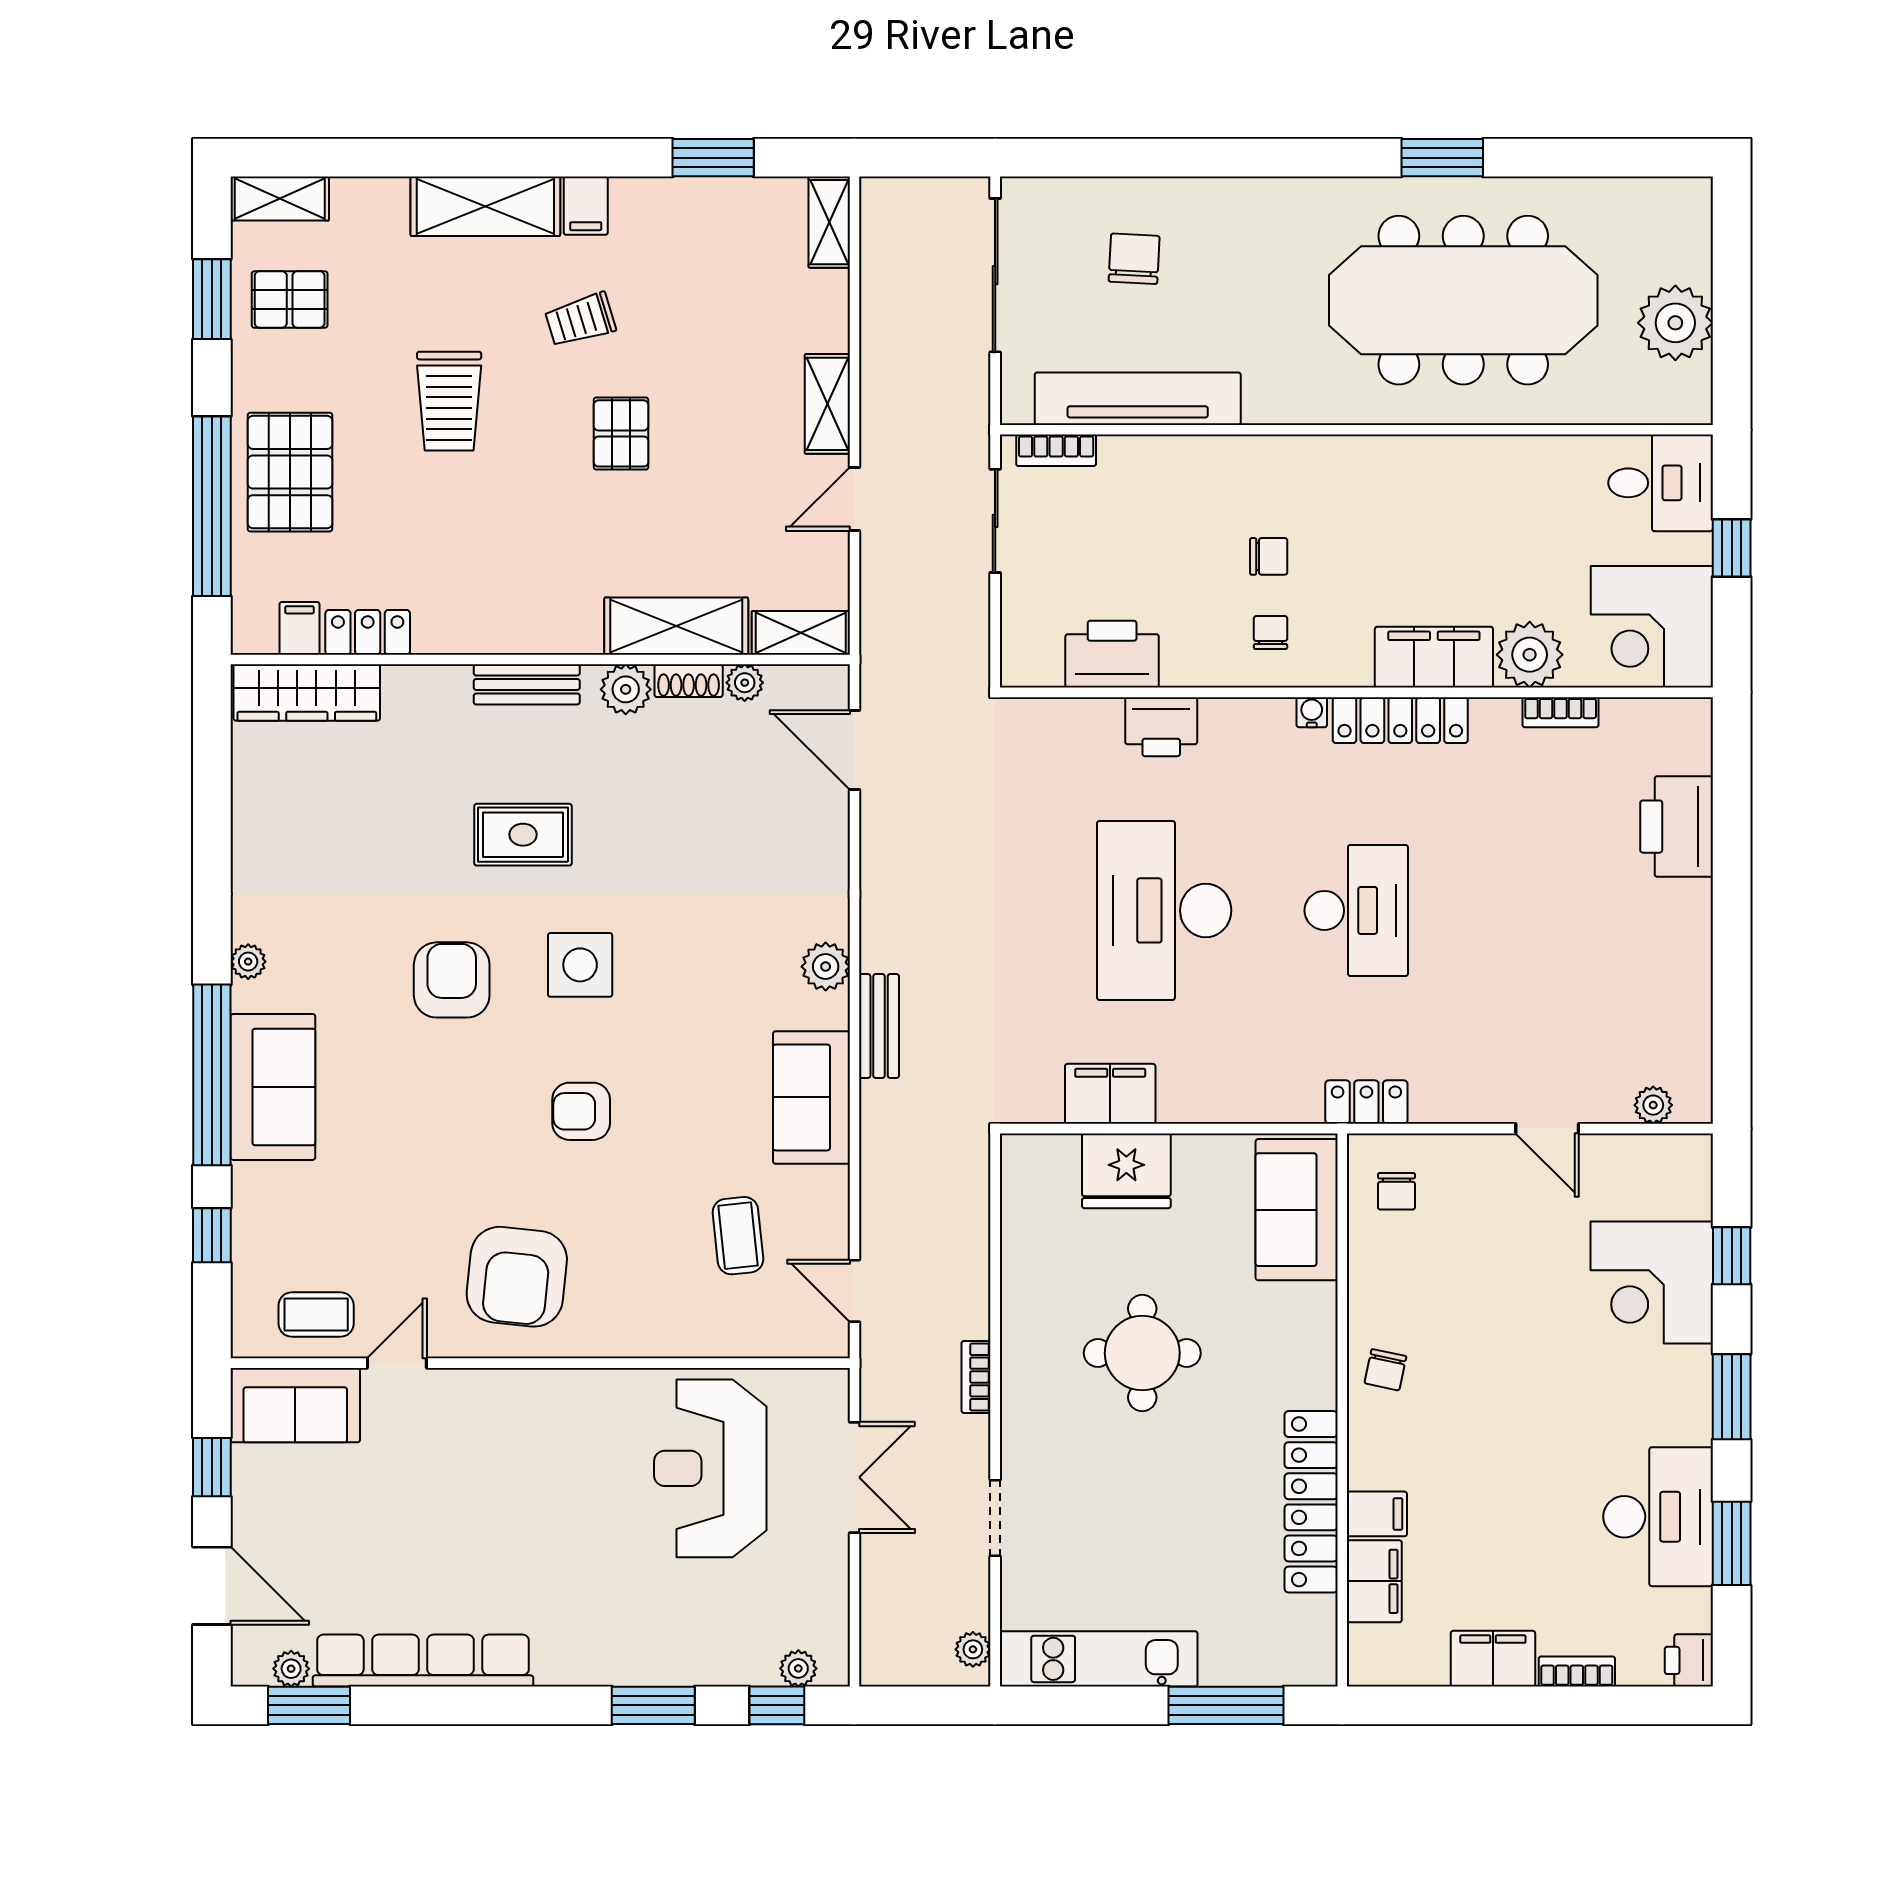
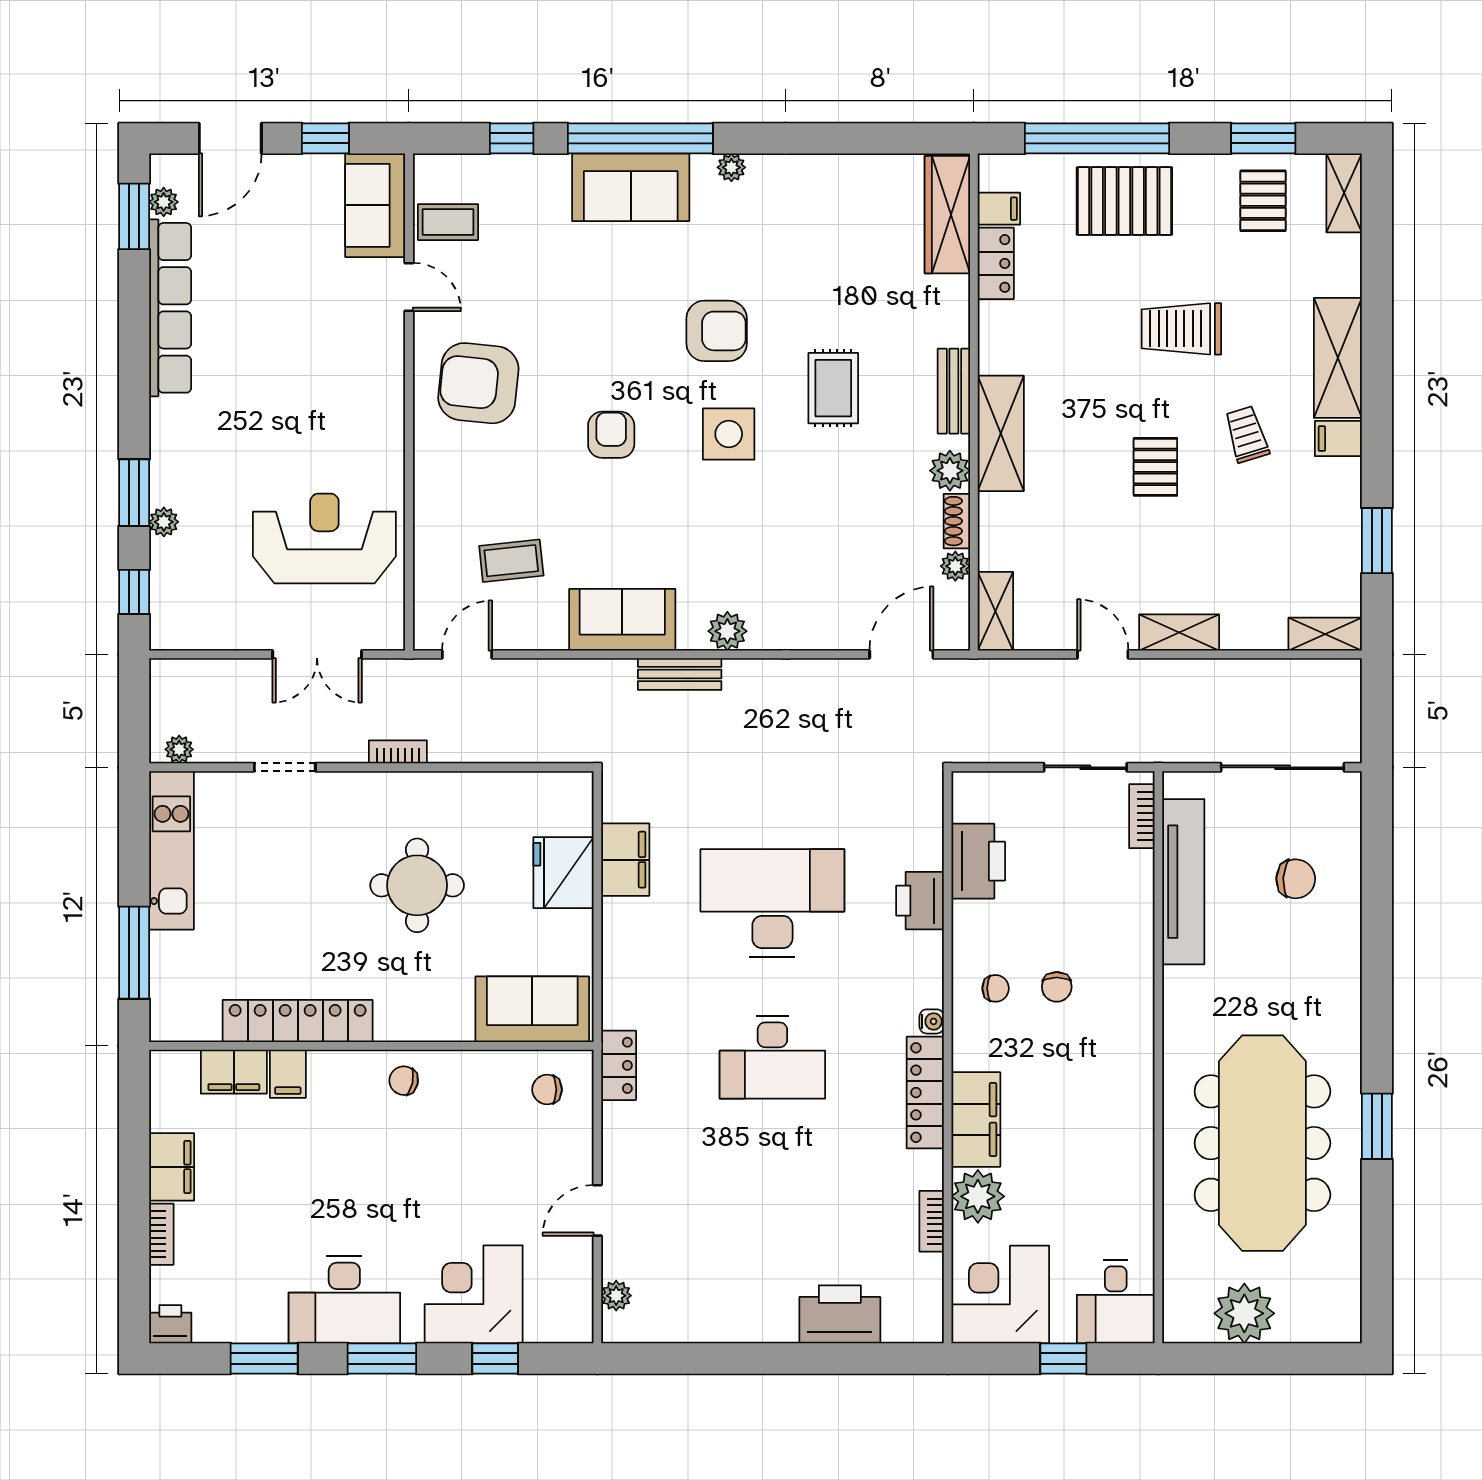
pallet: (621, 433) -> (1155, 467), turned 90
shelving: (676, 626) -> (1001, 433), moved
coffee table: (316, 1315) -> (448, 222), turned 90
desk: (1658, 1517) -> (344, 1300), moved
plant: (798, 1668) -> (164, 522), moved

